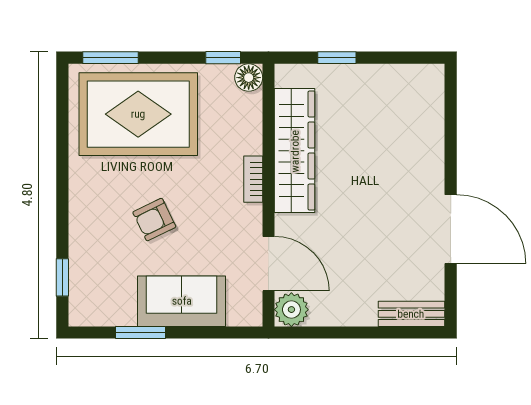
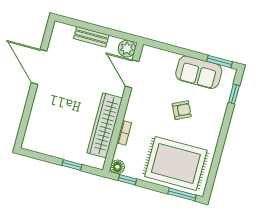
bookcase: (253, 179) -> (124, 133), moved
sofa: (182, 301) -> (199, 72), moved
bench: (411, 314) -> (91, 37), moved
window: (140, 332) -> (220, 61), moved

